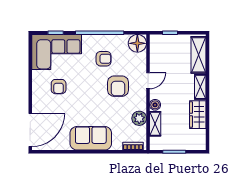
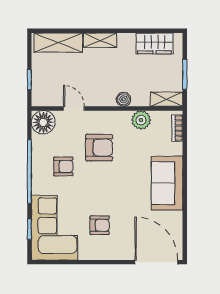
armchair: (104, 59) -> (63, 166), turned 90
door: (148, 81) -> (74, 108), moved
wardrobe: (198, 115) -> (155, 43), moved
shelving: (155, 124) -> (167, 99), moved

